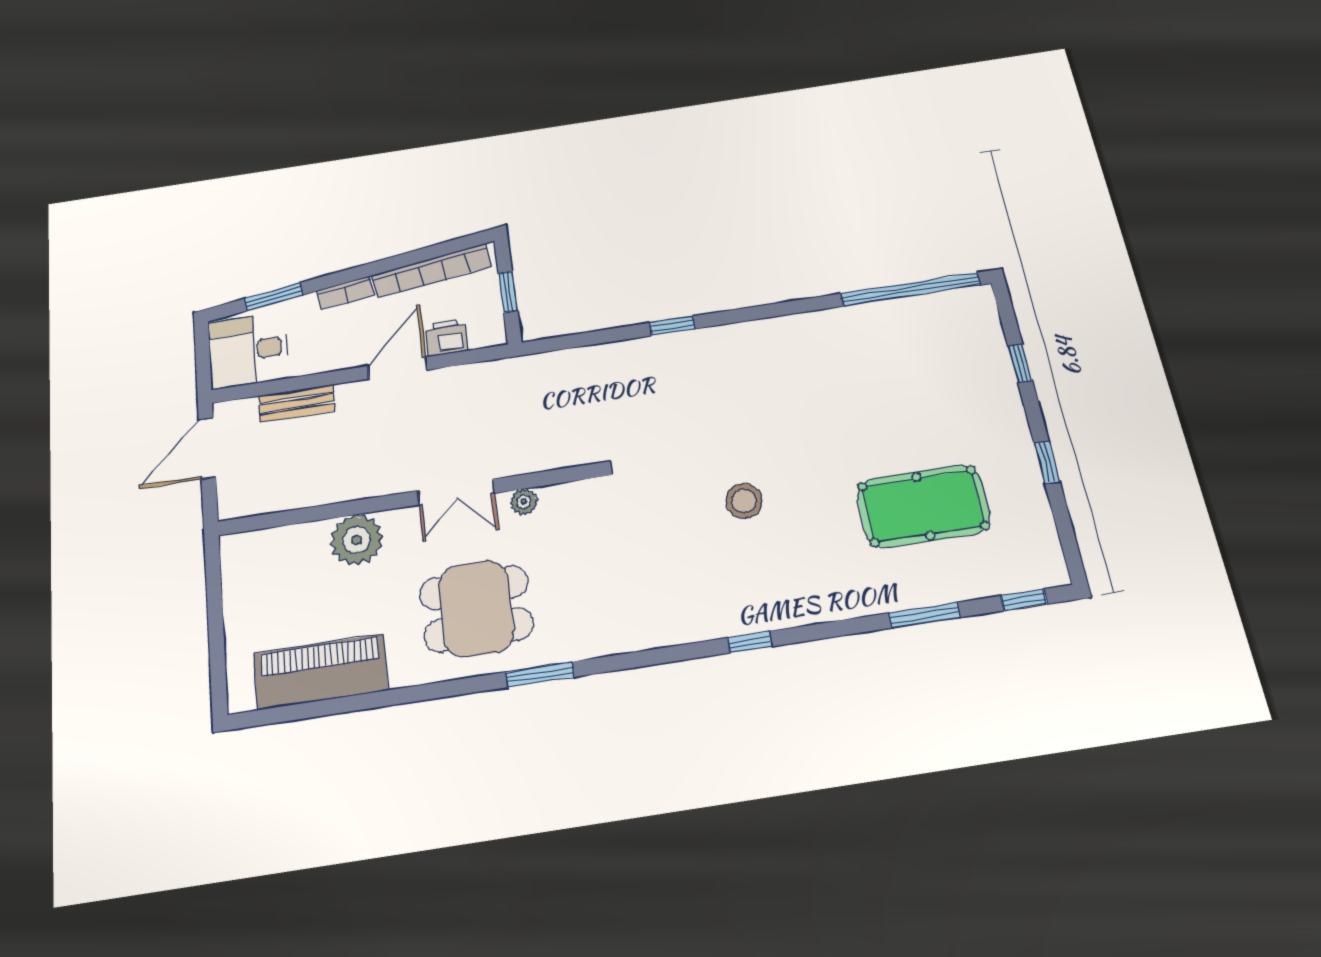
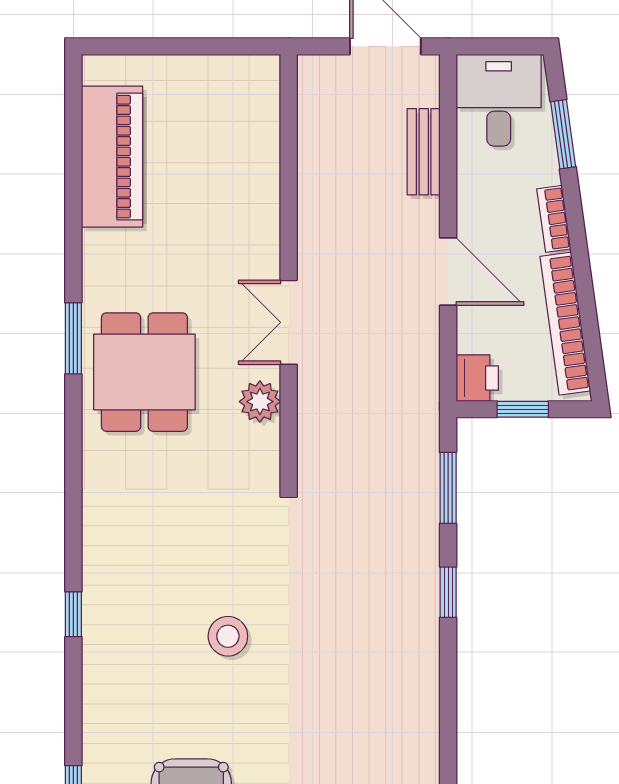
printer: (446, 337) -> (477, 378), moved
window: (583, 339) -> (448, 488), added
plant: (524, 502) -> (260, 402), width x1.38, depth x1.38
plant: (357, 540) -> (251, 207), removed
dining table: (476, 609) -> (144, 372), moved
window: (540, 674) -> (73, 338), moved

